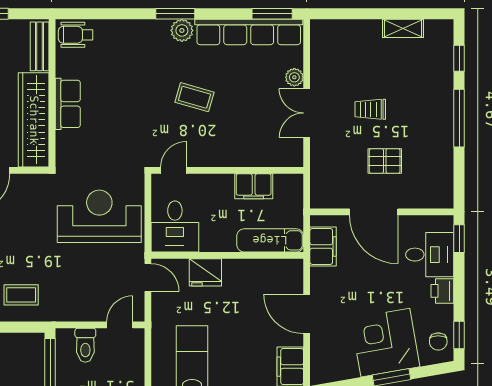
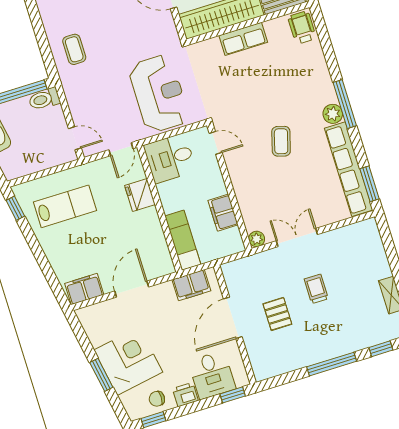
window: (175, 14) -> (345, 104), width x1.44
plant: (294, 77) -> (257, 239), moved
chair: (438, 342) -> (157, 399), moved
toilet: (85, 345) -> (44, 99), moved

